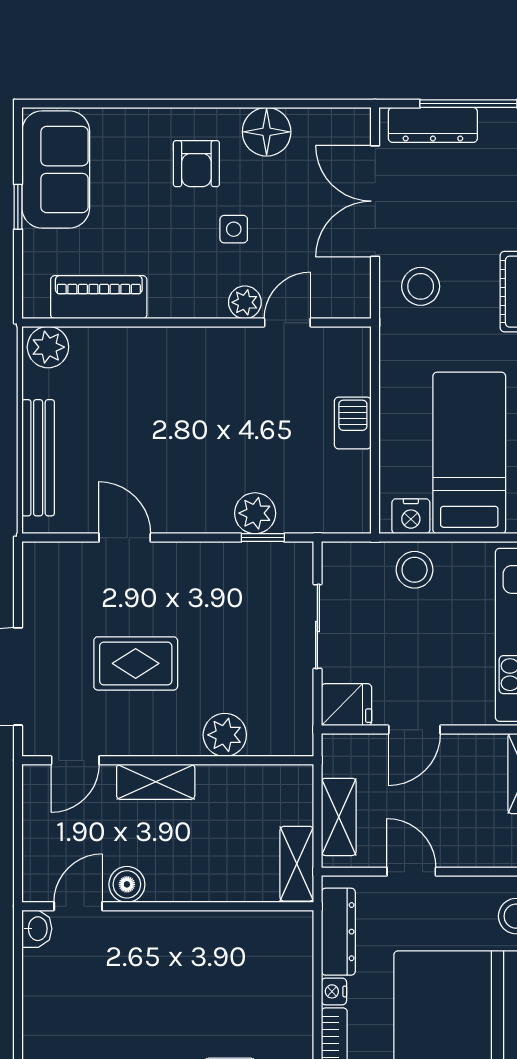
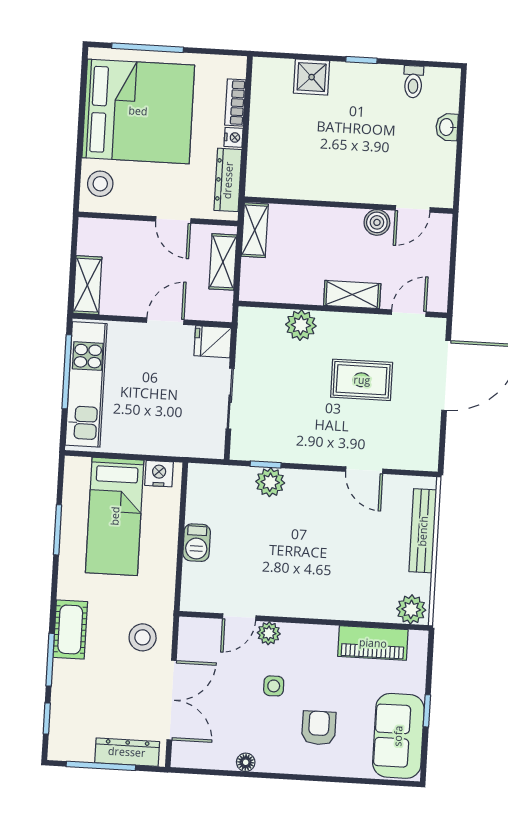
floor lamp: (267, 132) -> (246, 762), width x0.53, depth x0.53
armchair: (196, 164) -> (319, 728), moved
stool: (415, 570) -> (159, 435), removed
washbasin: (37, 929) -> (447, 127), moved

